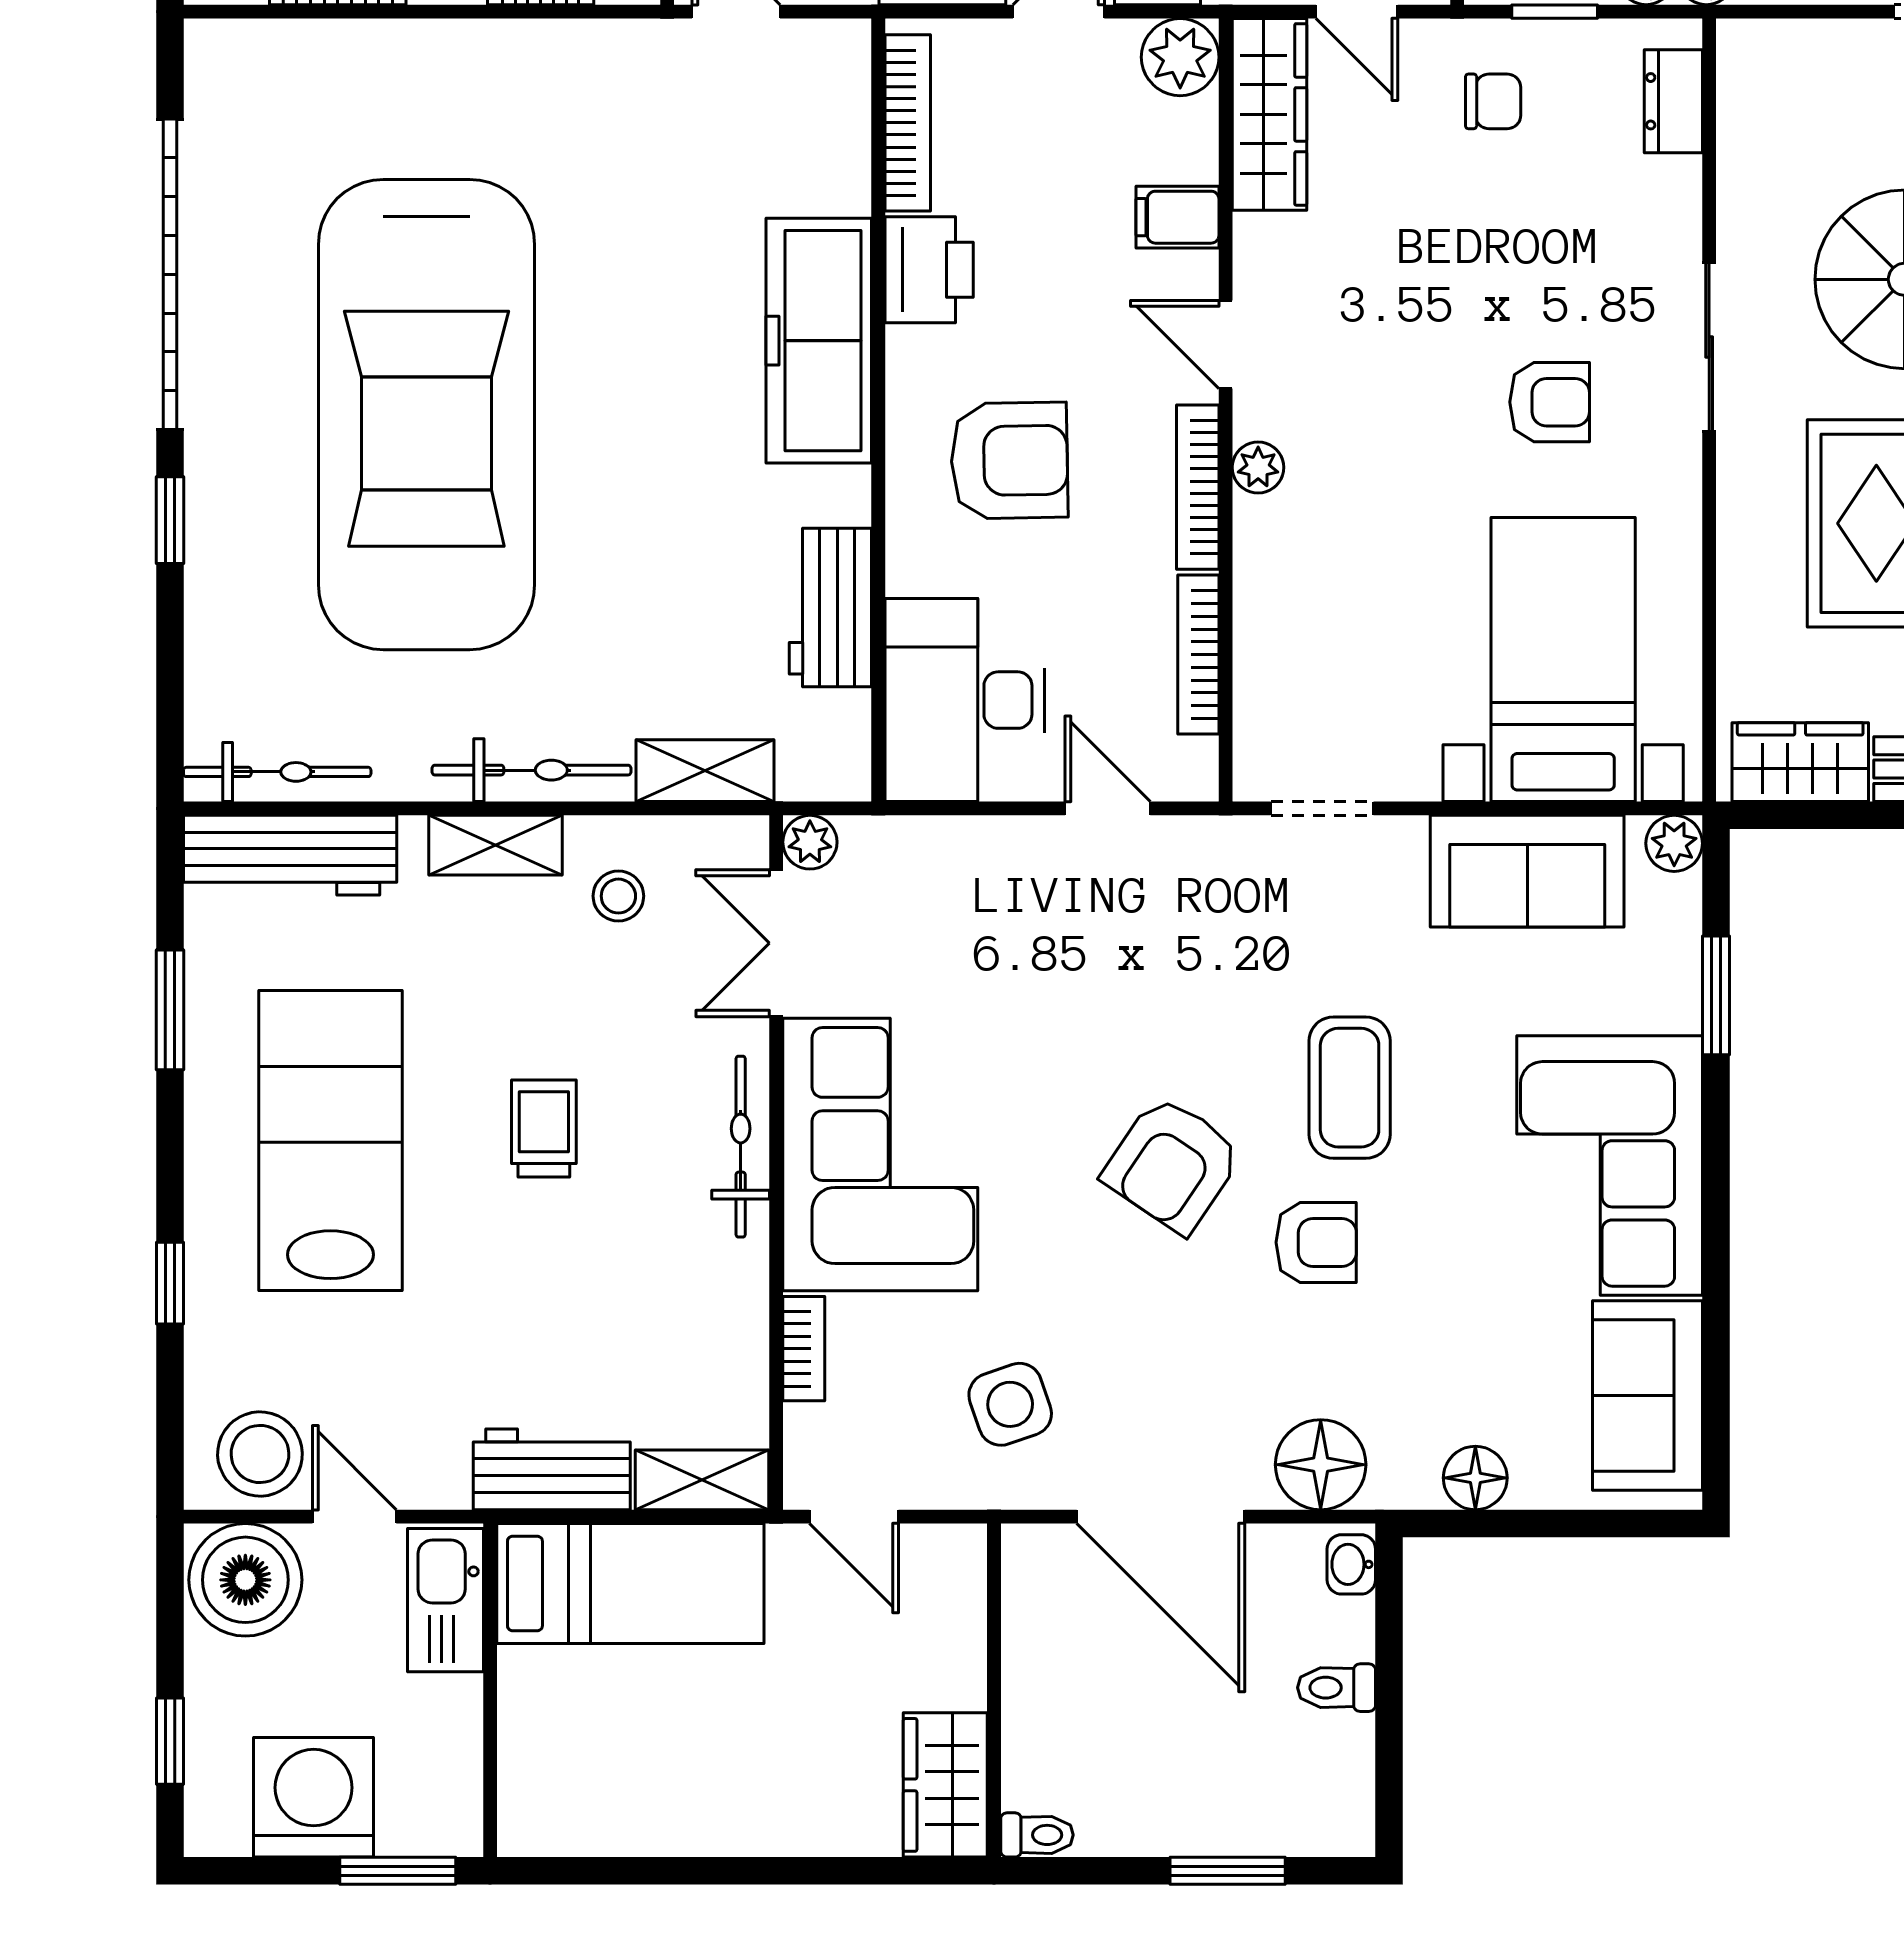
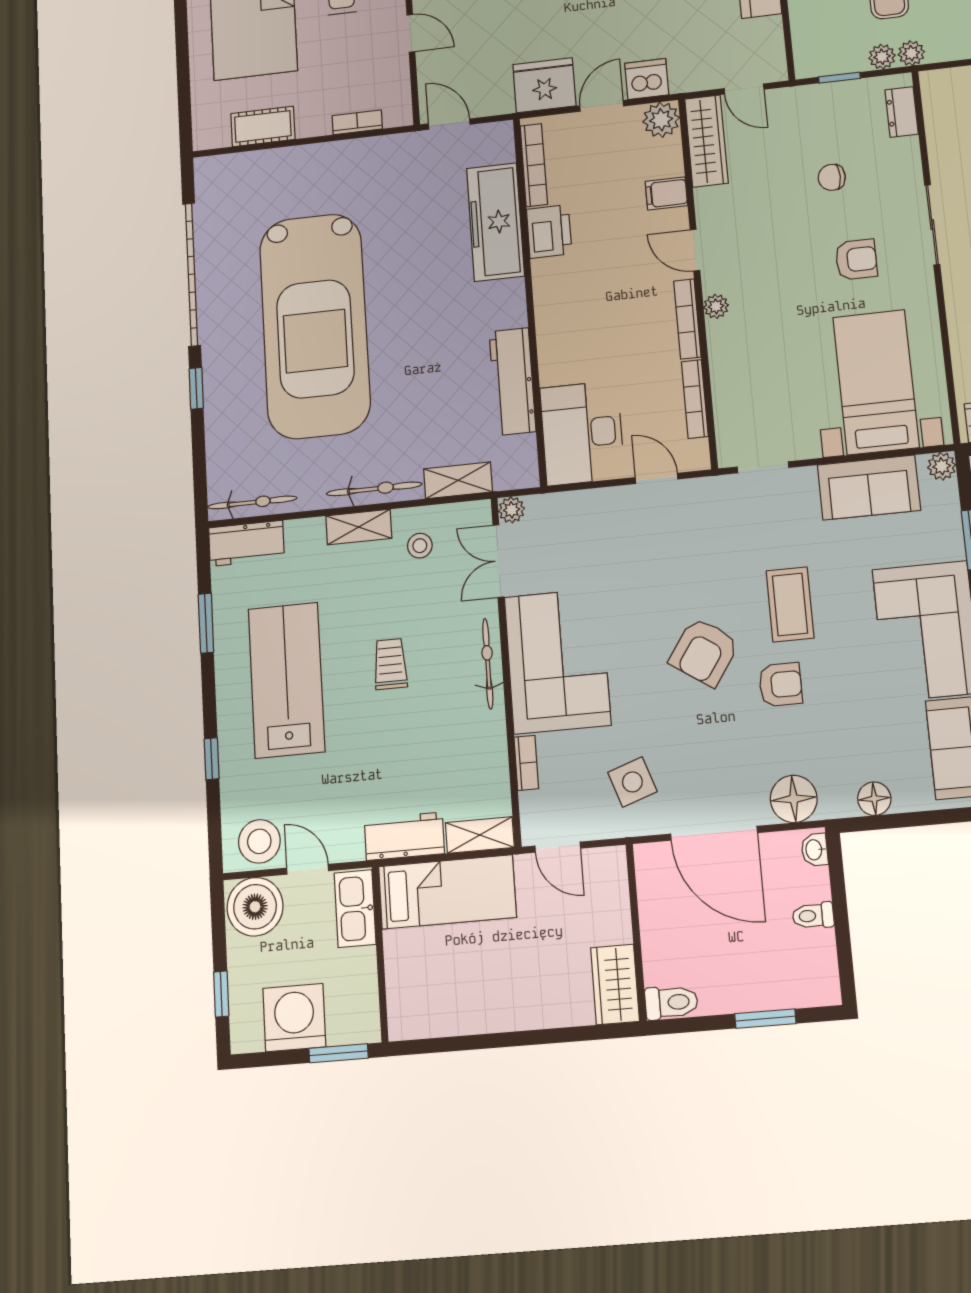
chair: (1493, 101) -> (832, 177), moved, turned 180
freezer: (819, 341) -> (495, 222), moved
armchair: (1009, 461) -> (595, 316), removed
workbench: (830, 608) -> (512, 381), width x1.38
workbench: (290, 855) -> (246, 543), width x0.73
toilet: (1037, 1835) -> (671, 1002), width x1.37, depth x1.39

